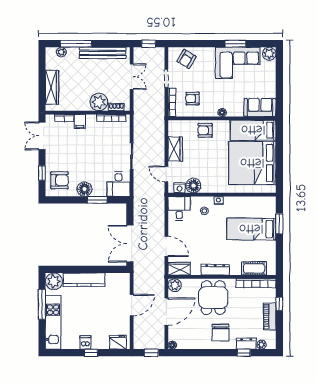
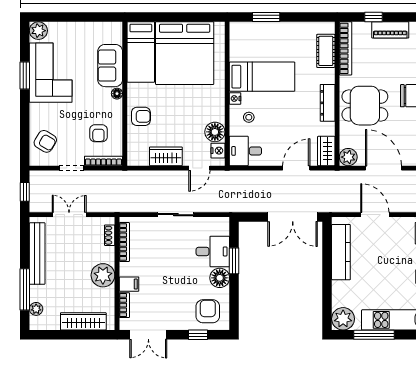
plant: (99, 102) -> (103, 275), moved
sofa: (260, 107) -> (110, 66), moved
armchair: (205, 130) -> (141, 116), turned -90
desk: (118, 184) -> (213, 251), moved
bed: (251, 229) -> (262, 77), moved, turned -90
kitchen counter: (84, 280) -> (341, 252), moved

